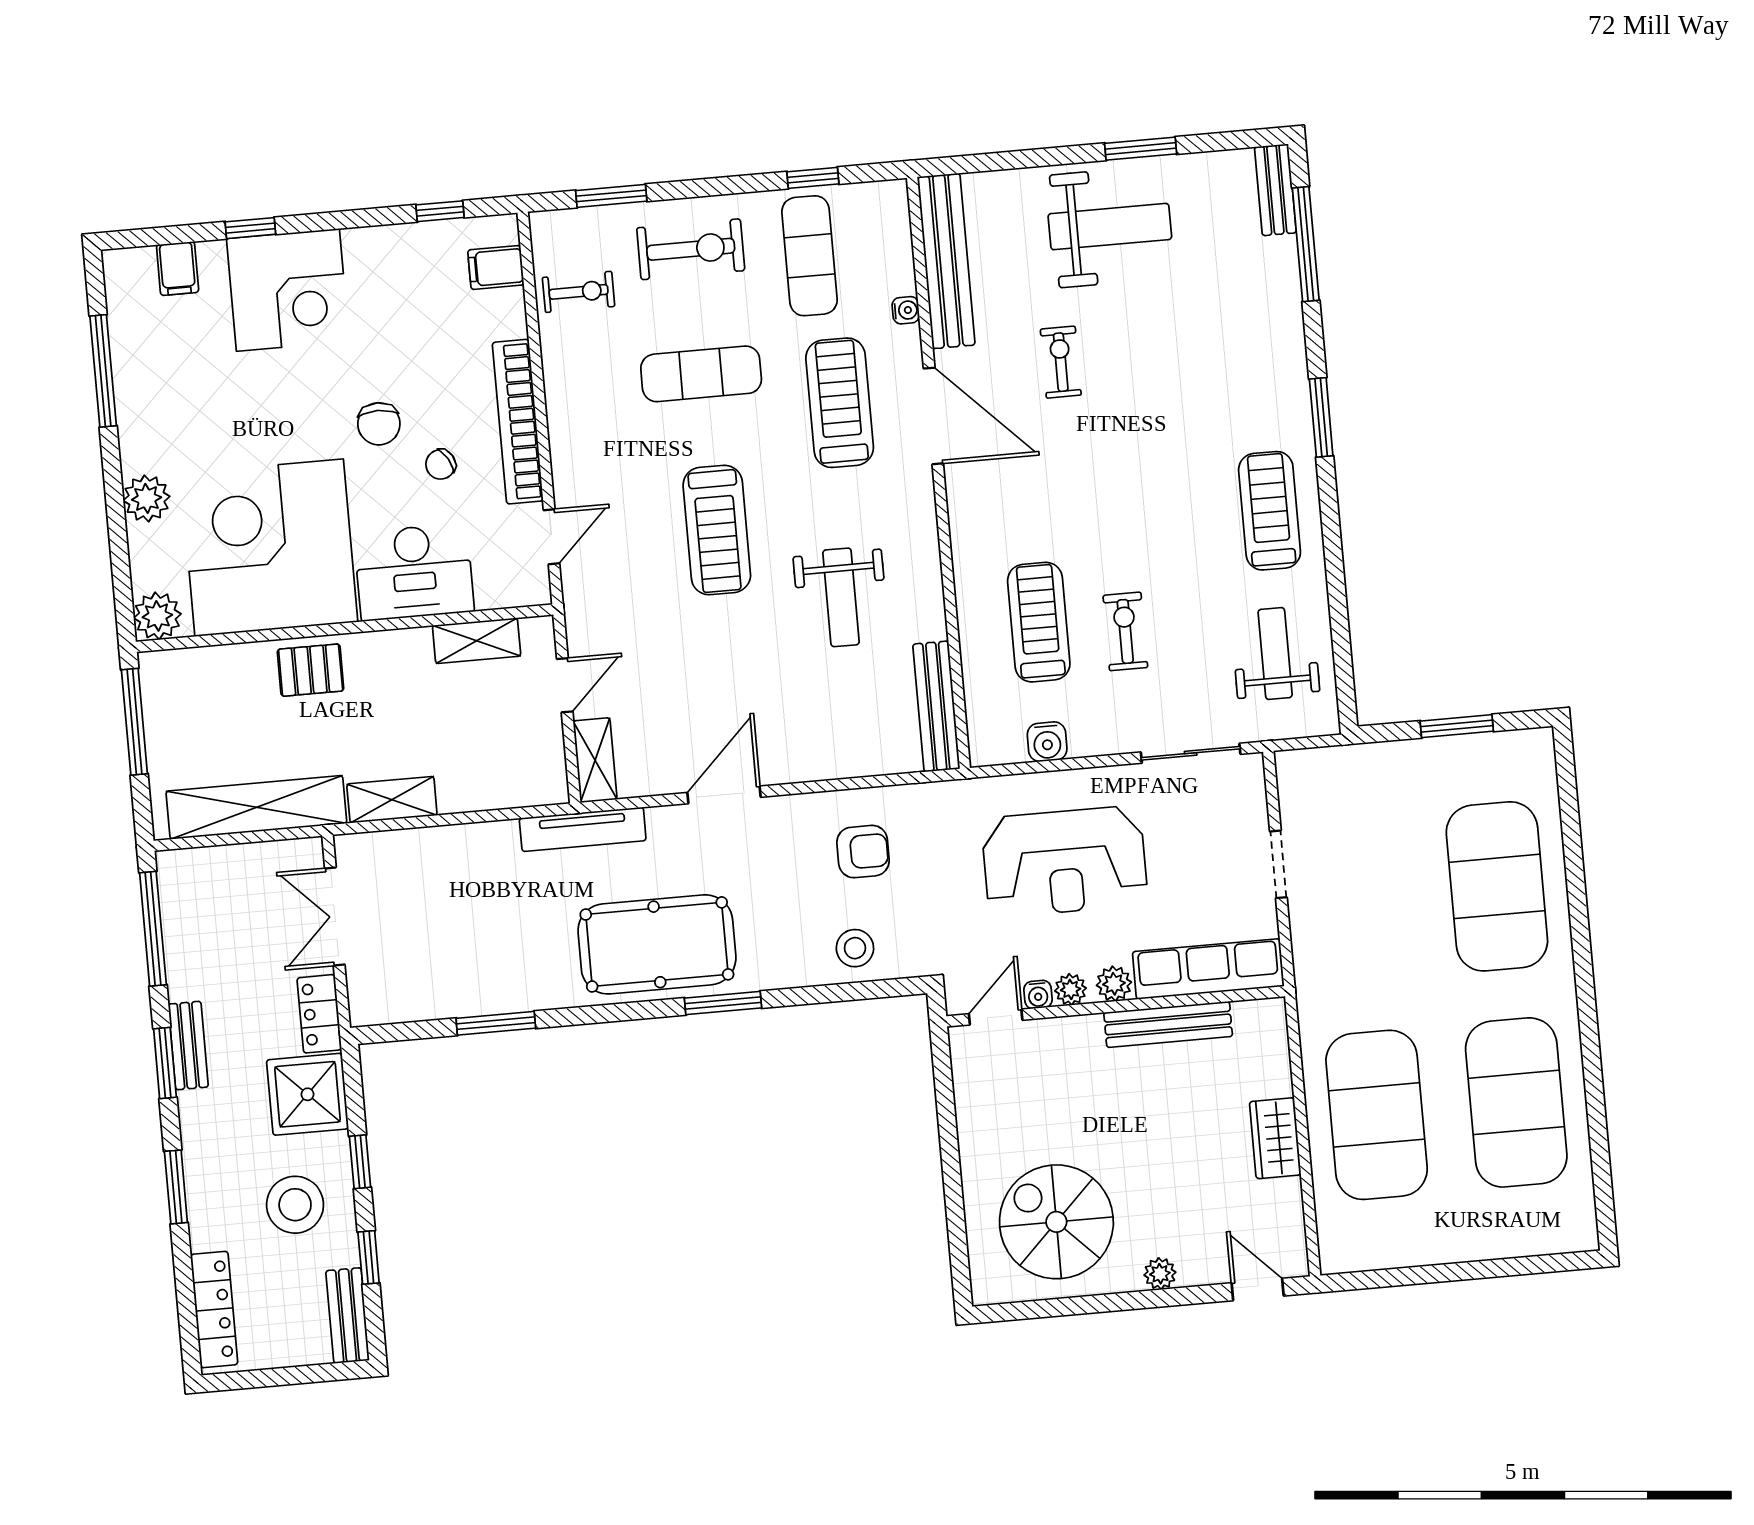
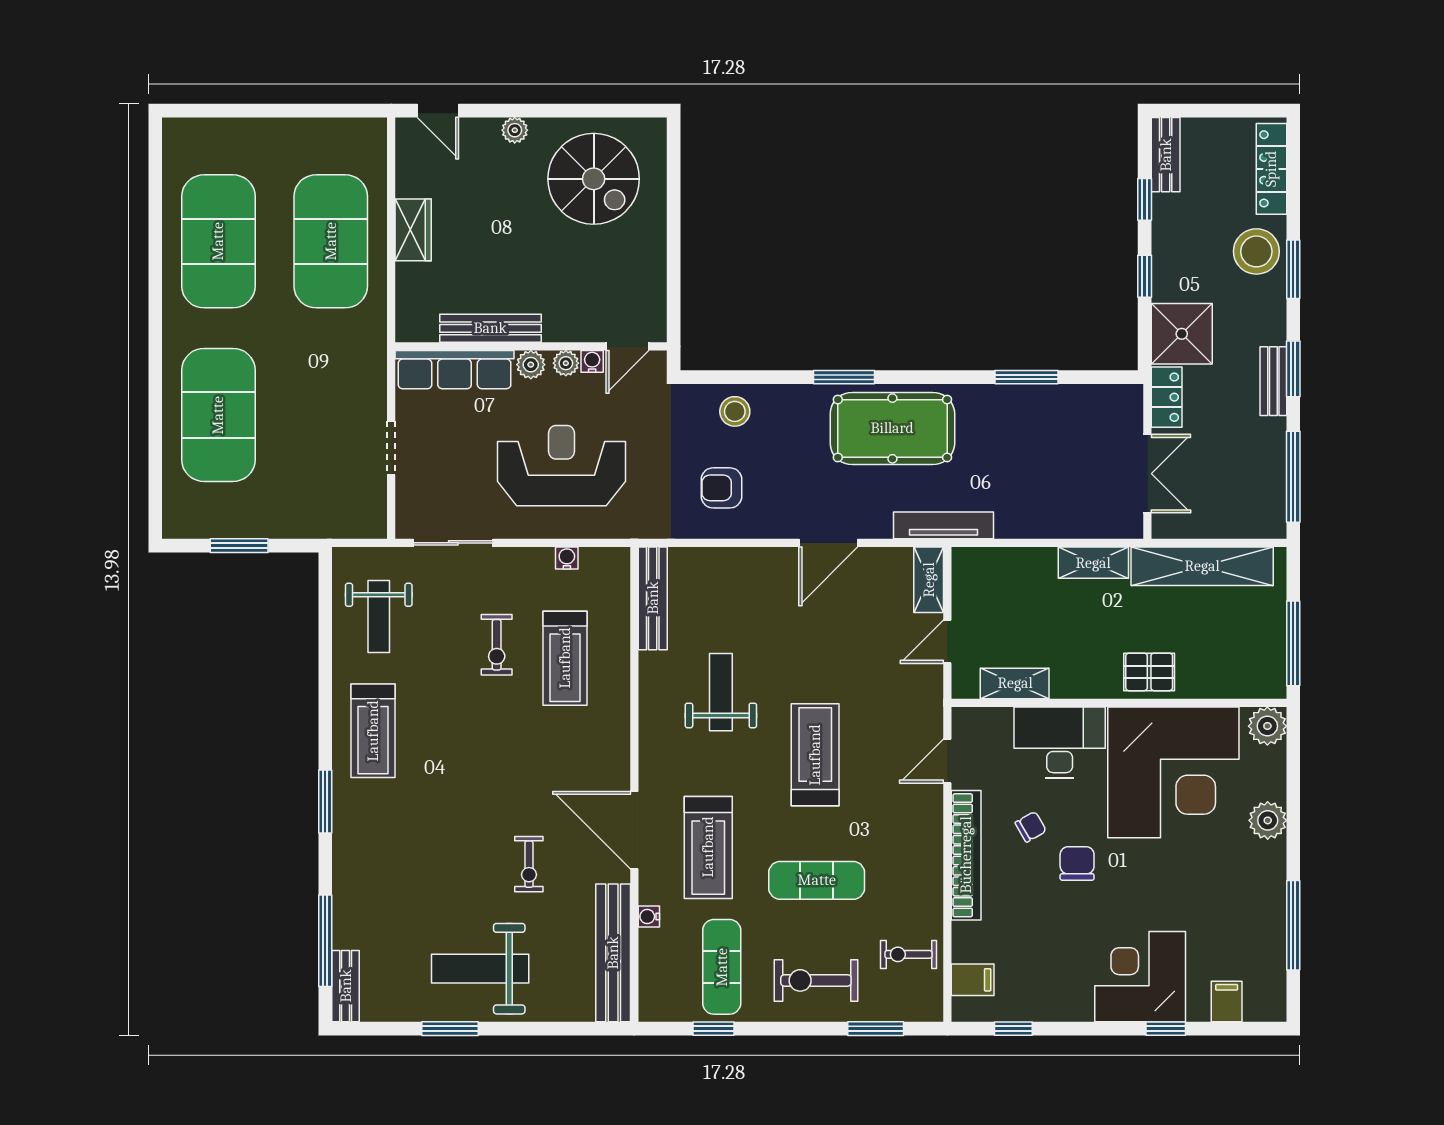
water cooler: (1047, 742) -> (567, 558), width x0.72, depth x0.72
stool: (295, 1205) -> (1256, 251), moved

